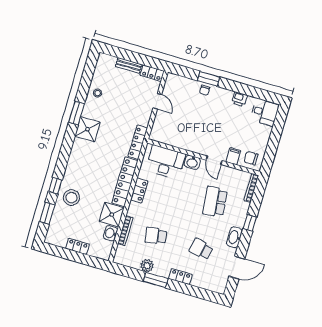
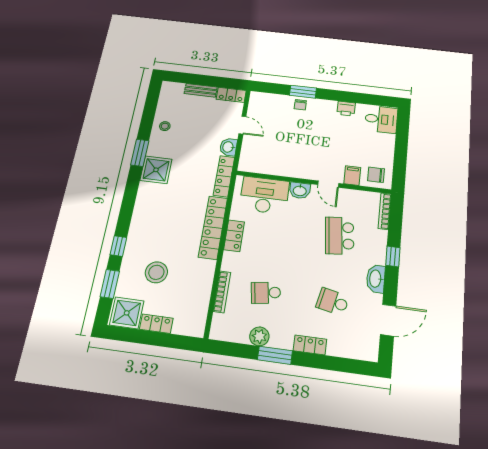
stool: (71, 198) -> (156, 272), moved
shower: (112, 215) -> (127, 313), moved
washbasin: (111, 233) -> (228, 147), moved

